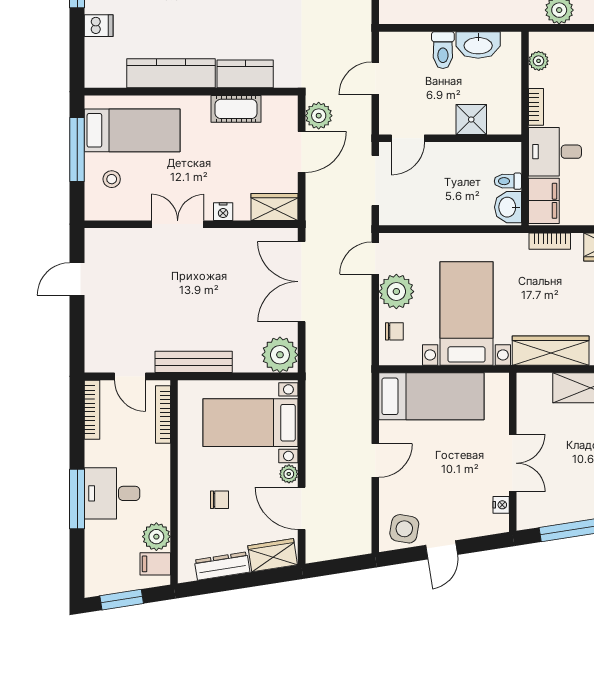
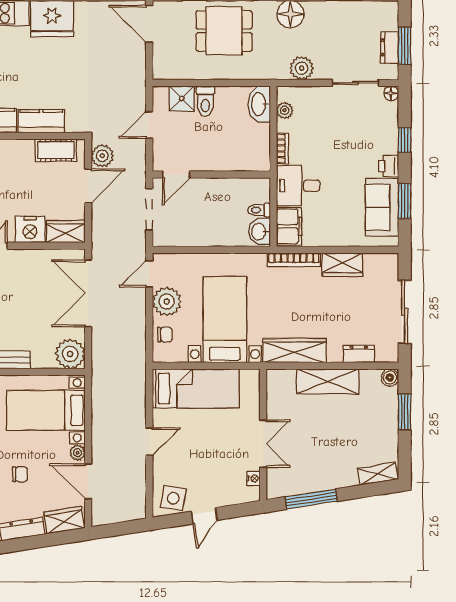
washbasin: (478, 45) -> (259, 104), moved, turned 90
cot: (236, 109) -> (56, 150), moved
shower: (471, 119) -> (182, 99), moved
nightstand: (223, 212) -> (30, 229), width x1.89, depth x1.79
bookcase: (550, 241) -> (294, 260), width x1.56

